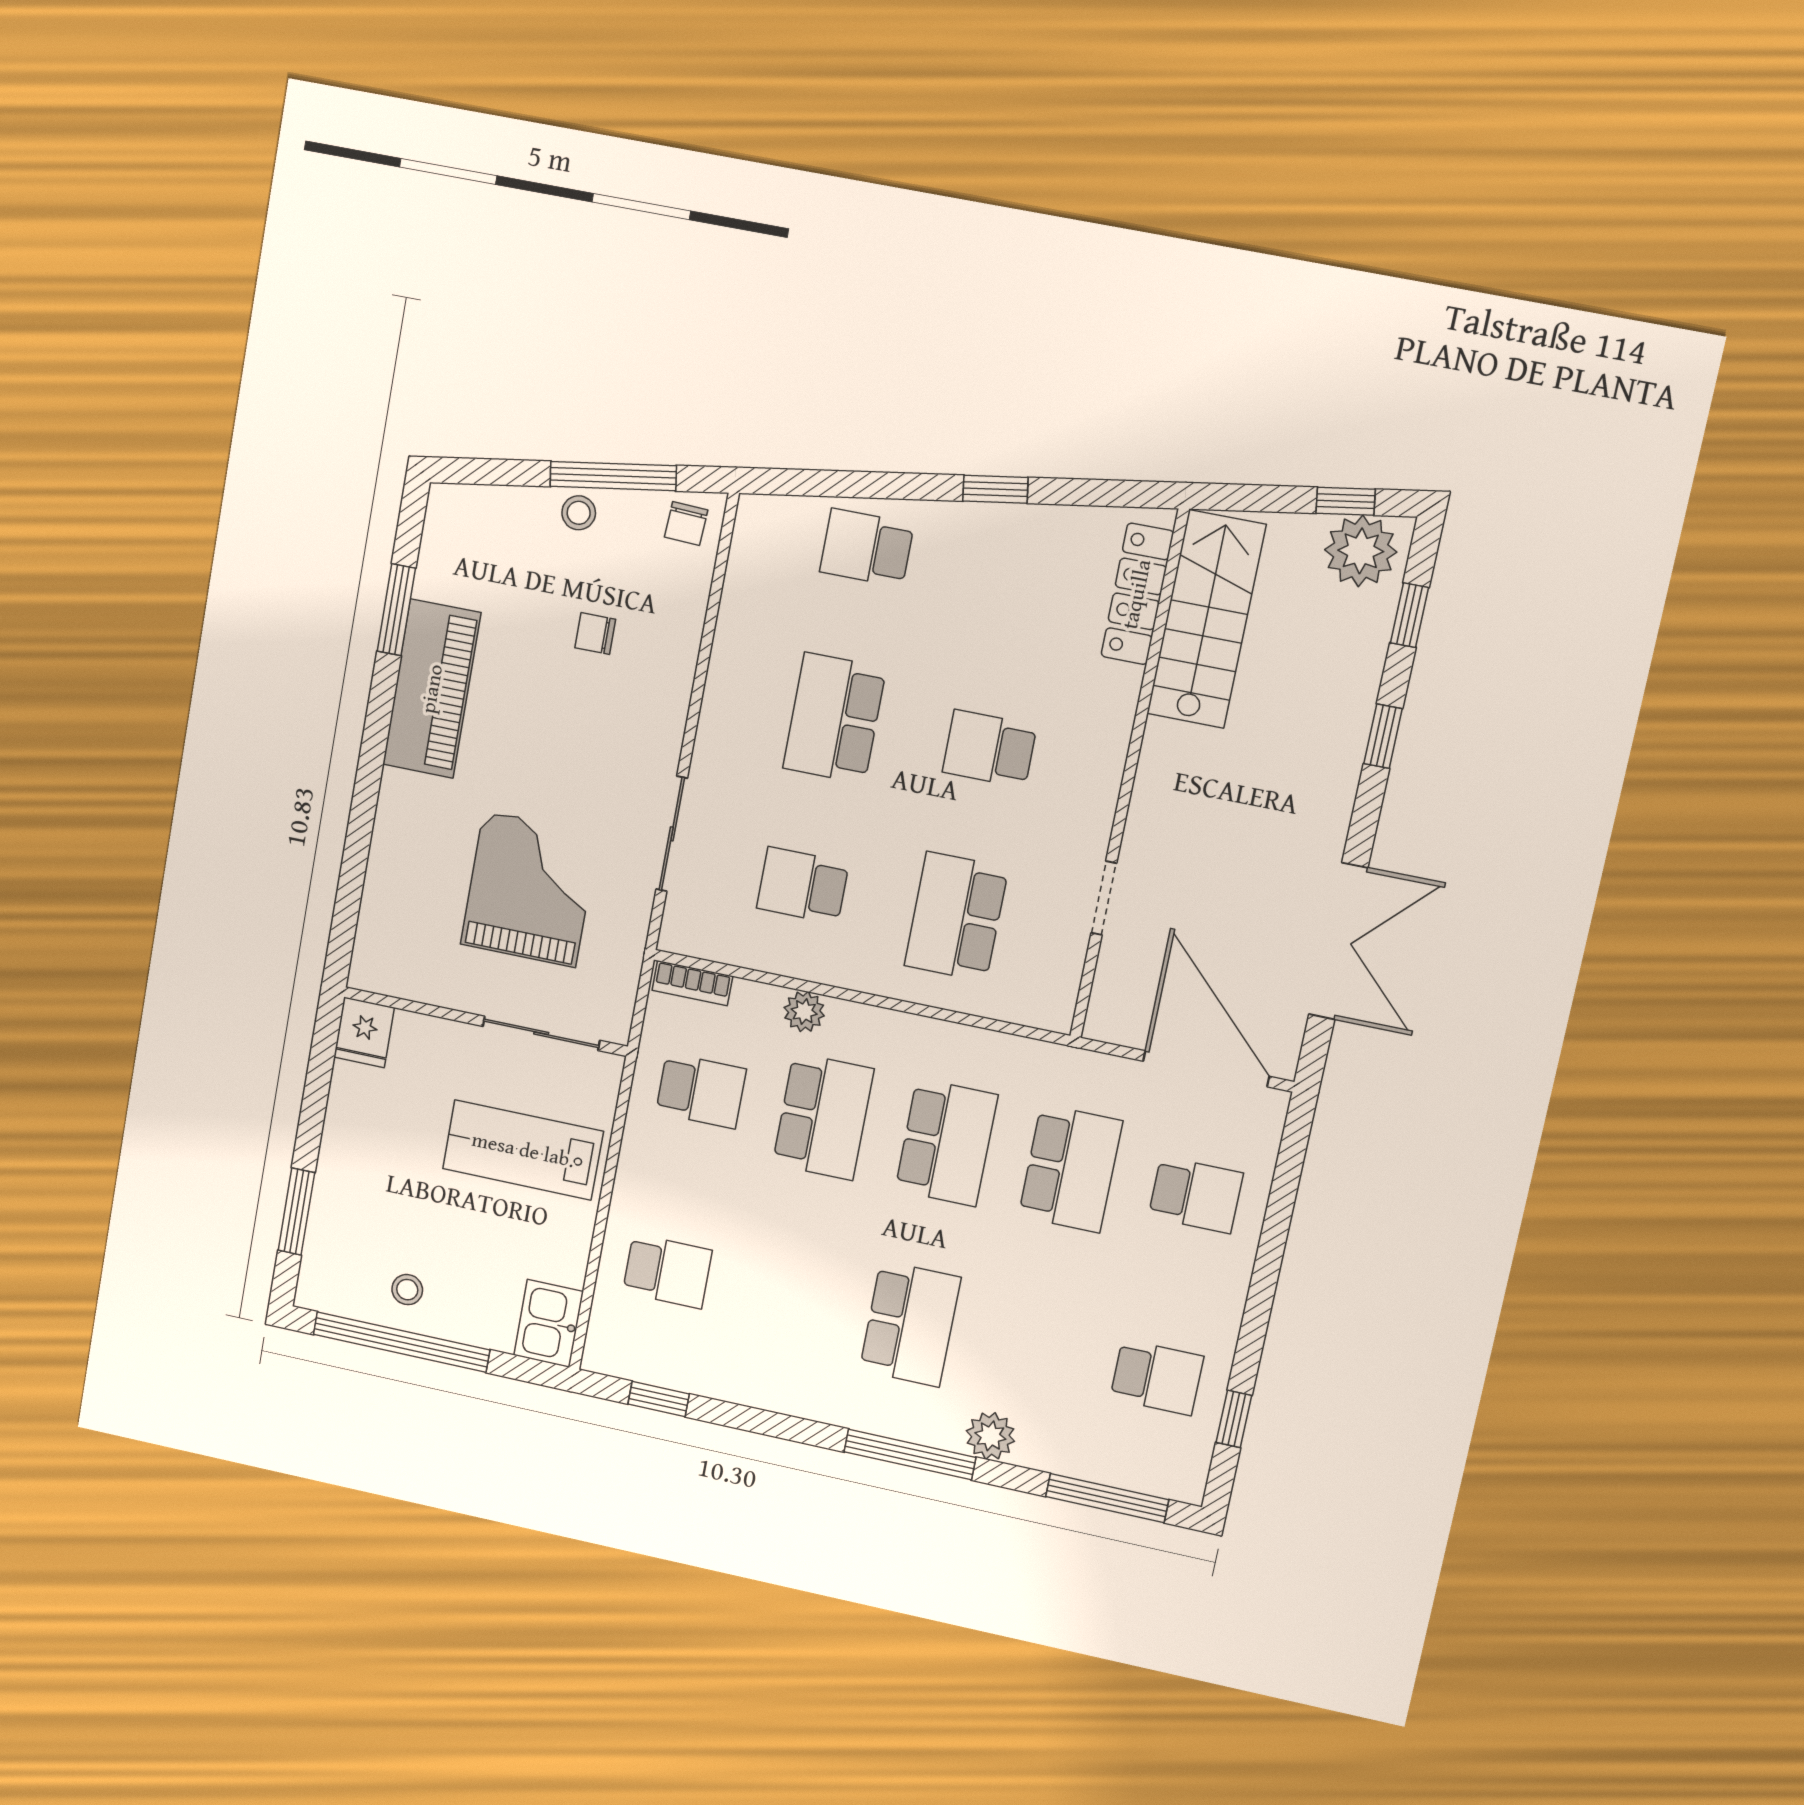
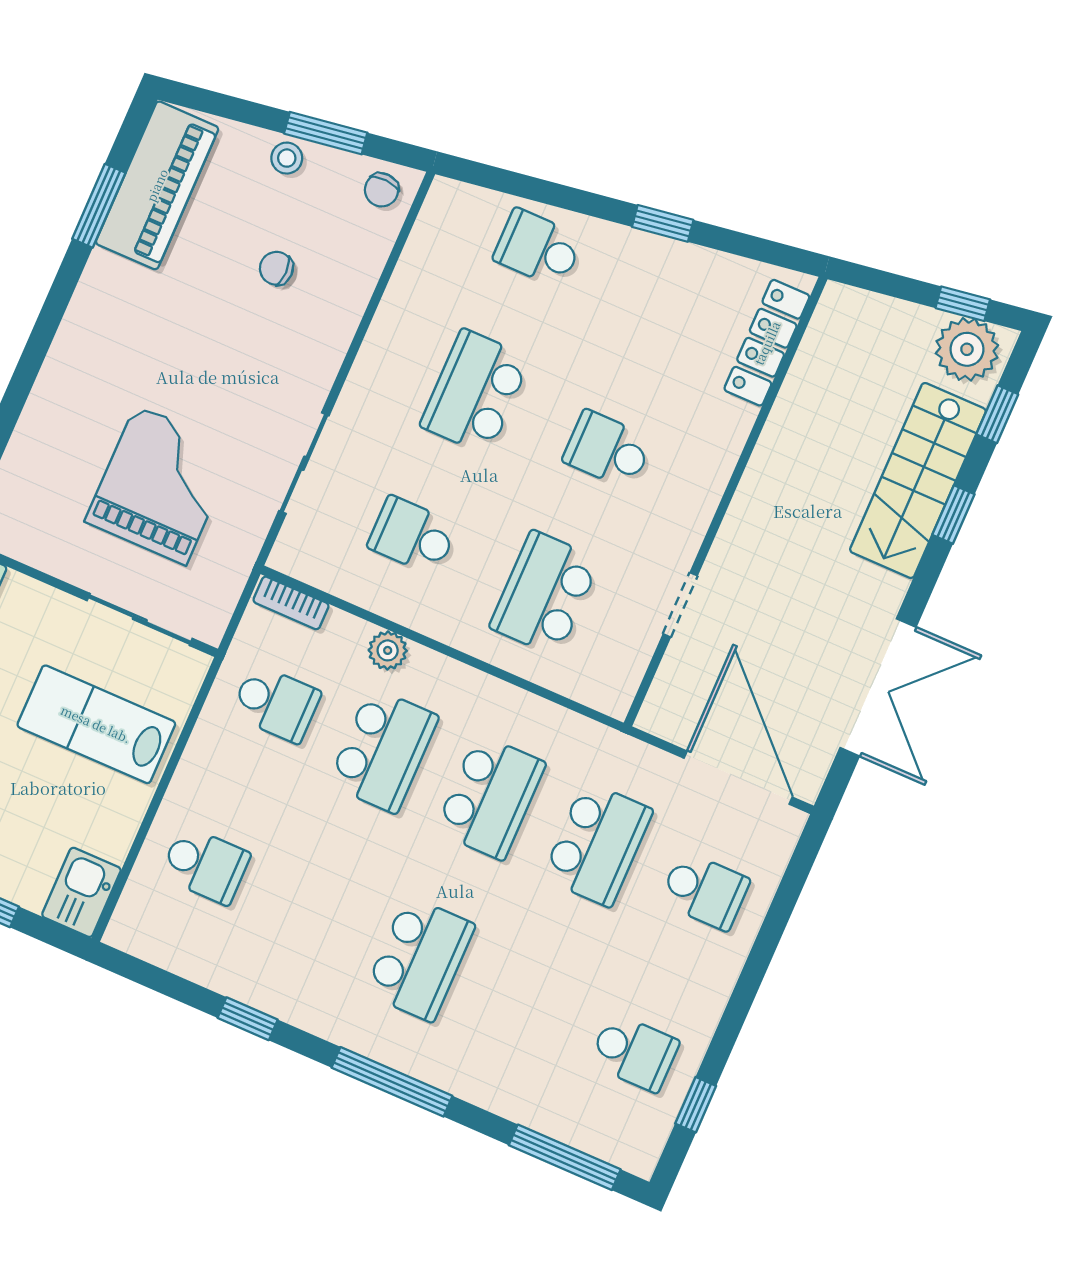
window: (613, 476) -> (326, 133), width x0.69
stairs: (1206, 619) -> (918, 480), moved, turned 180
piano: (432, 689) -> (157, 185), moved
window: (659, 1399) -> (248, 1019), moved
plant: (990, 1436) -> (470, 1078), removed

